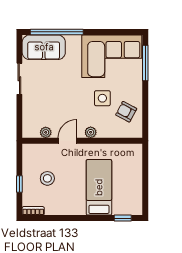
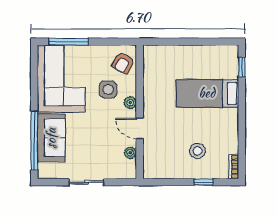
sofa: (44, 47) -> (51, 138), moved
plant: (46, 132) -> (130, 153), moved
plant: (91, 132) -> (130, 103), moved
door: (67, 141) -> (140, 129), moved
wall: (82, 141) -> (140, 112), moved

